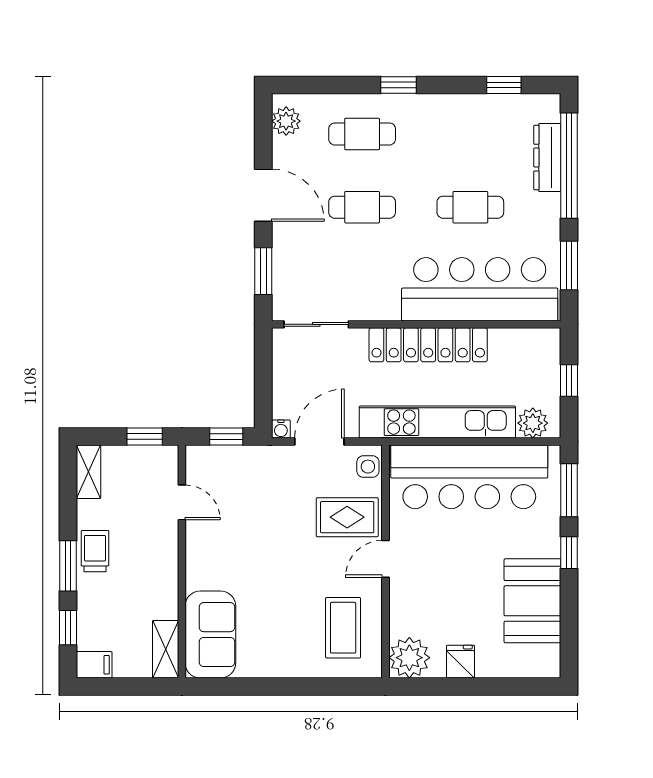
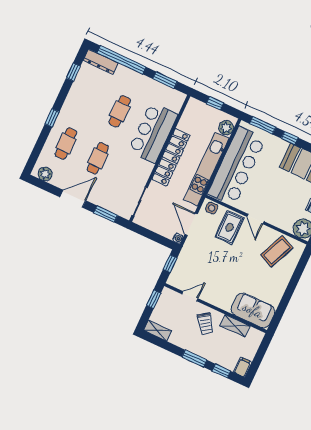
dresser: (547, 158) -> (101, 62), moved
bar counter: (480, 289) -> (153, 133), width x0.73
trolley: (95, 551) -> (206, 324), moved, turned -126
coffee table: (343, 628) -> (277, 251), turned -66
shelving: (166, 649) -> (235, 326), moved

